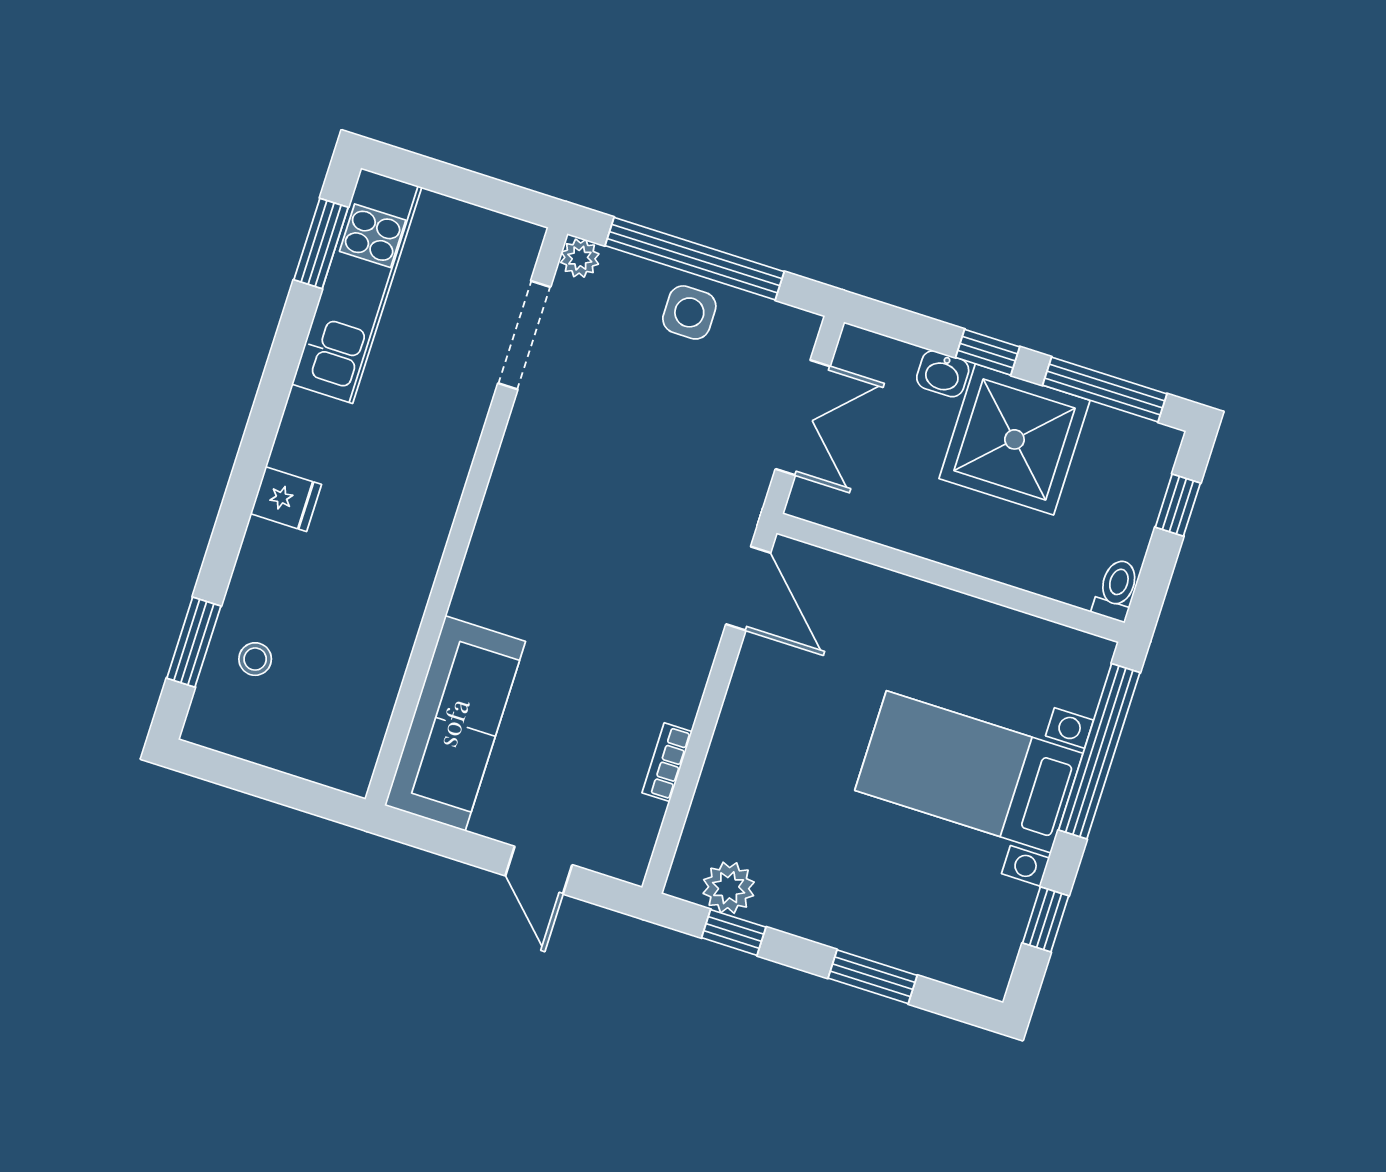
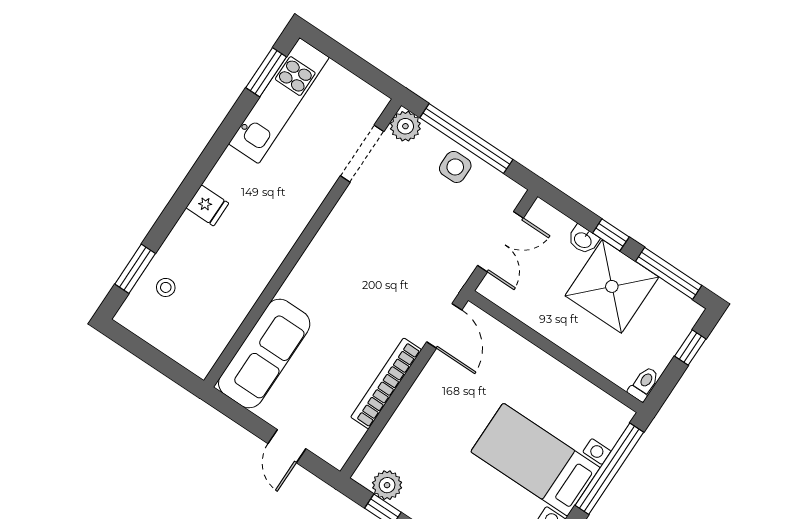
plant: (580, 258) -> (405, 126), width x1.38, depth x1.38
bookcase: (667, 762) -> (386, 383), width x2.31, depth x1.31

